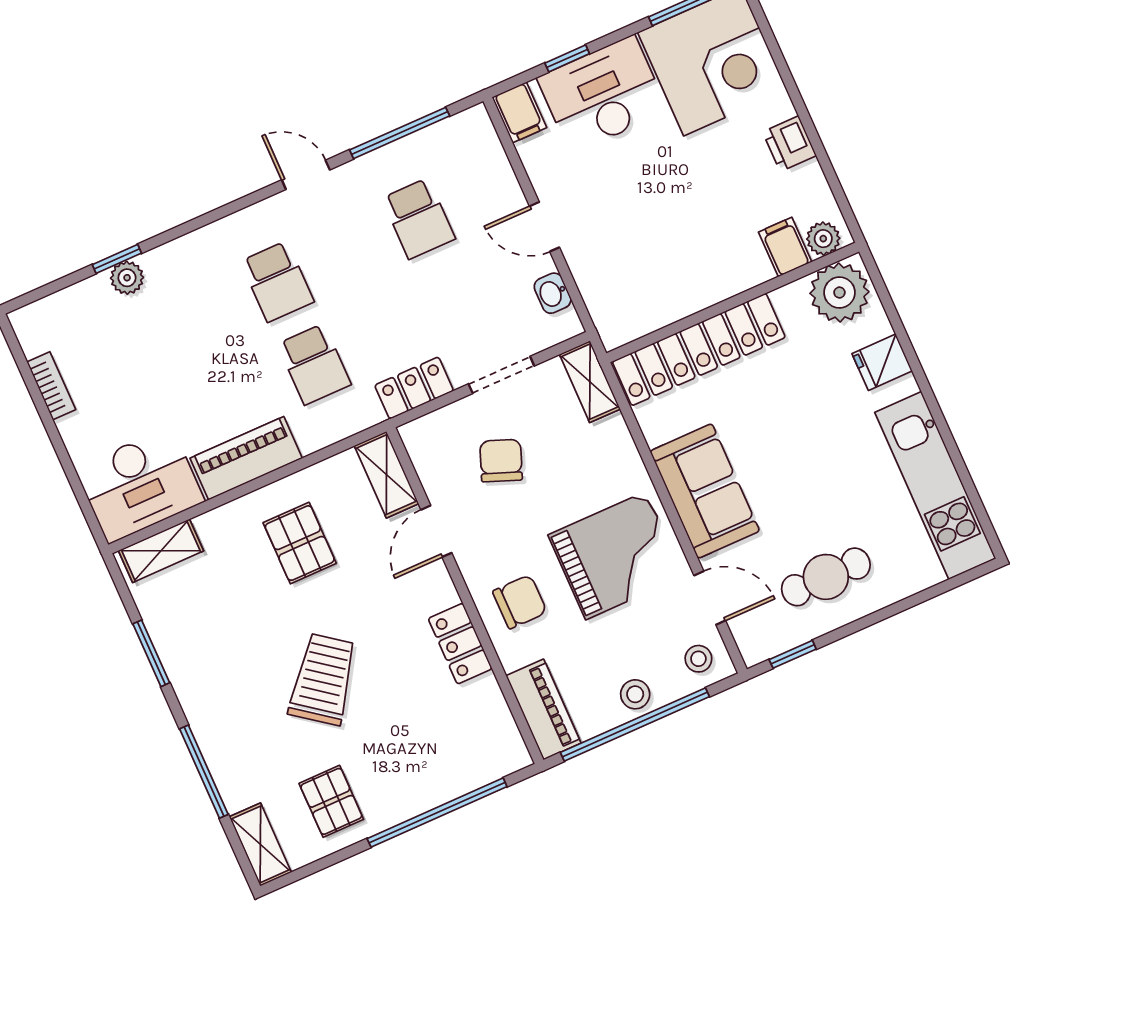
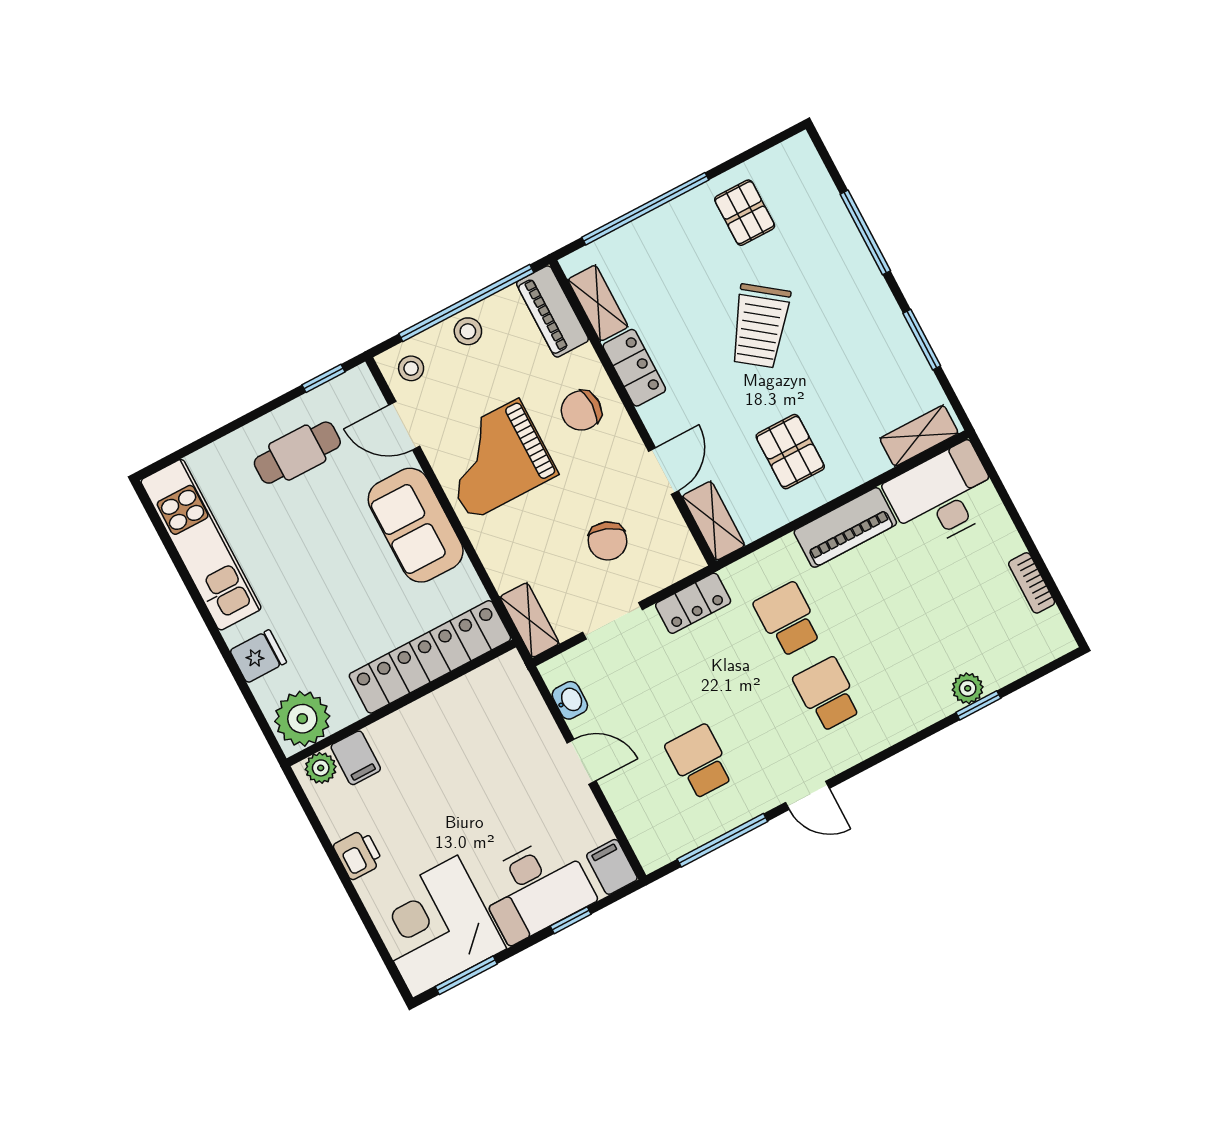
shelving: (260, 844) -> (598, 303), moved

